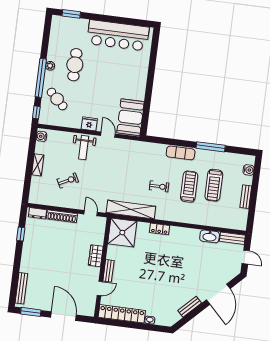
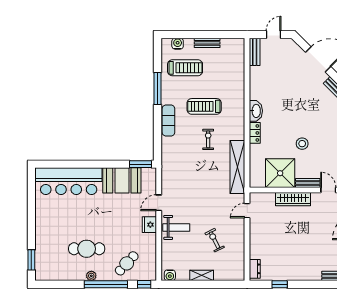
bar counter: (118, 35) -> (69, 181), moved, turned 90
booth: (130, 117) -> (122, 180), moved
window: (145, 123) -> (141, 164), added
treadmill: (214, 185) -> (185, 68), moved
shoe rack: (62, 216) -> (255, 242), removed
shower: (122, 233) -> (280, 173), moved
washbasin: (210, 236) -> (256, 111), moved
wardrobe: (96, 256) -> (293, 199), width x1.50
stool: (144, 270) -> (302, 144), added

